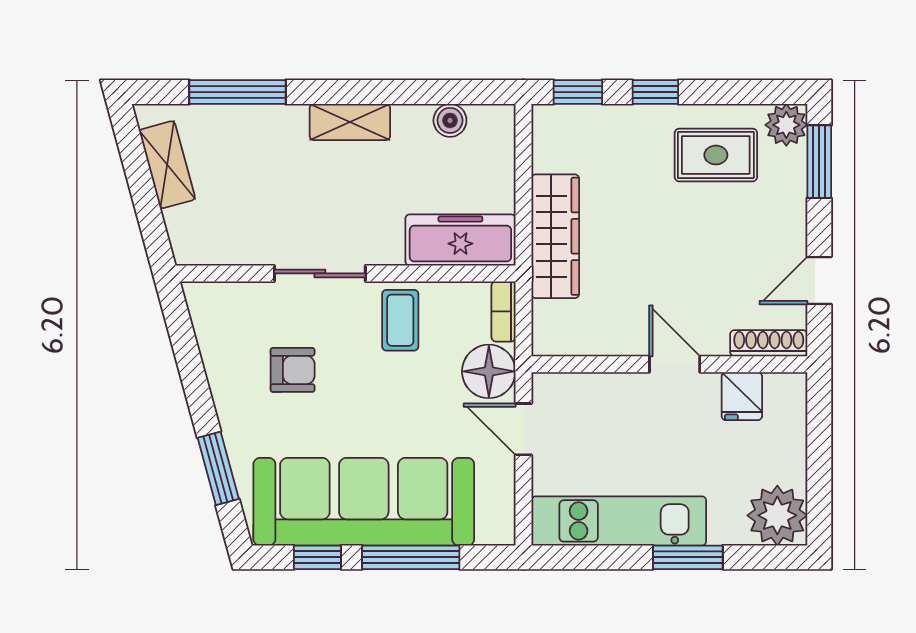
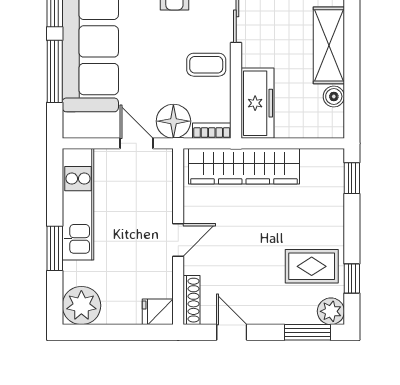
window: (655, 92) -> (352, 279), moved
shelving: (350, 122) -> (329, 45), width x1.50, depth x1.33
rug: (716, 155) -> (312, 266), turned 90
wardrobe: (555, 236) -> (244, 166), width x1.40, depth x1.17
fridge: (742, 396) -> (158, 312), moved
door: (523, 429) -> (137, 143), hinge flipped

